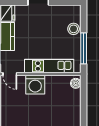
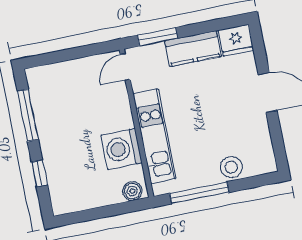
washing machine: (35, 85) -> (121, 149), moved

